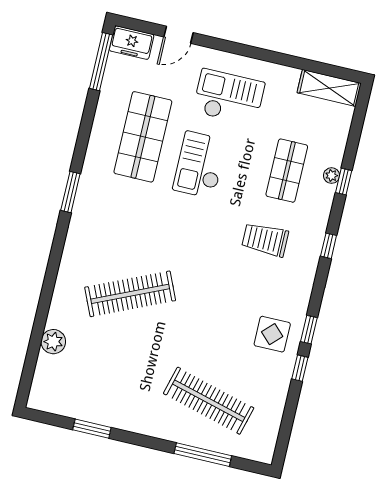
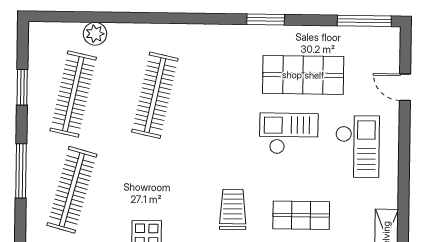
freezer: (132, 43) -> (388, 45), removed
window: (70, 192) -> (266, 19), moved
clothes rail: (130, 294) -> (155, 95), turned 36
clothes rail: (110, 378) -> (73, 94), added
window: (203, 455) -> (21, 171), moved

